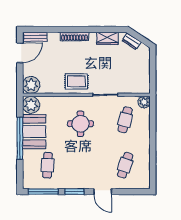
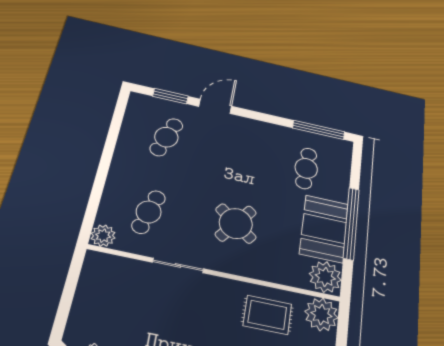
rug: (76, 81) -> (267, 315), moved
round table: (80, 124) -> (236, 223), turned 37
window: (74, 192) -> (170, 96), moved
door: (103, 192) -> (215, 106), hinge flipped

